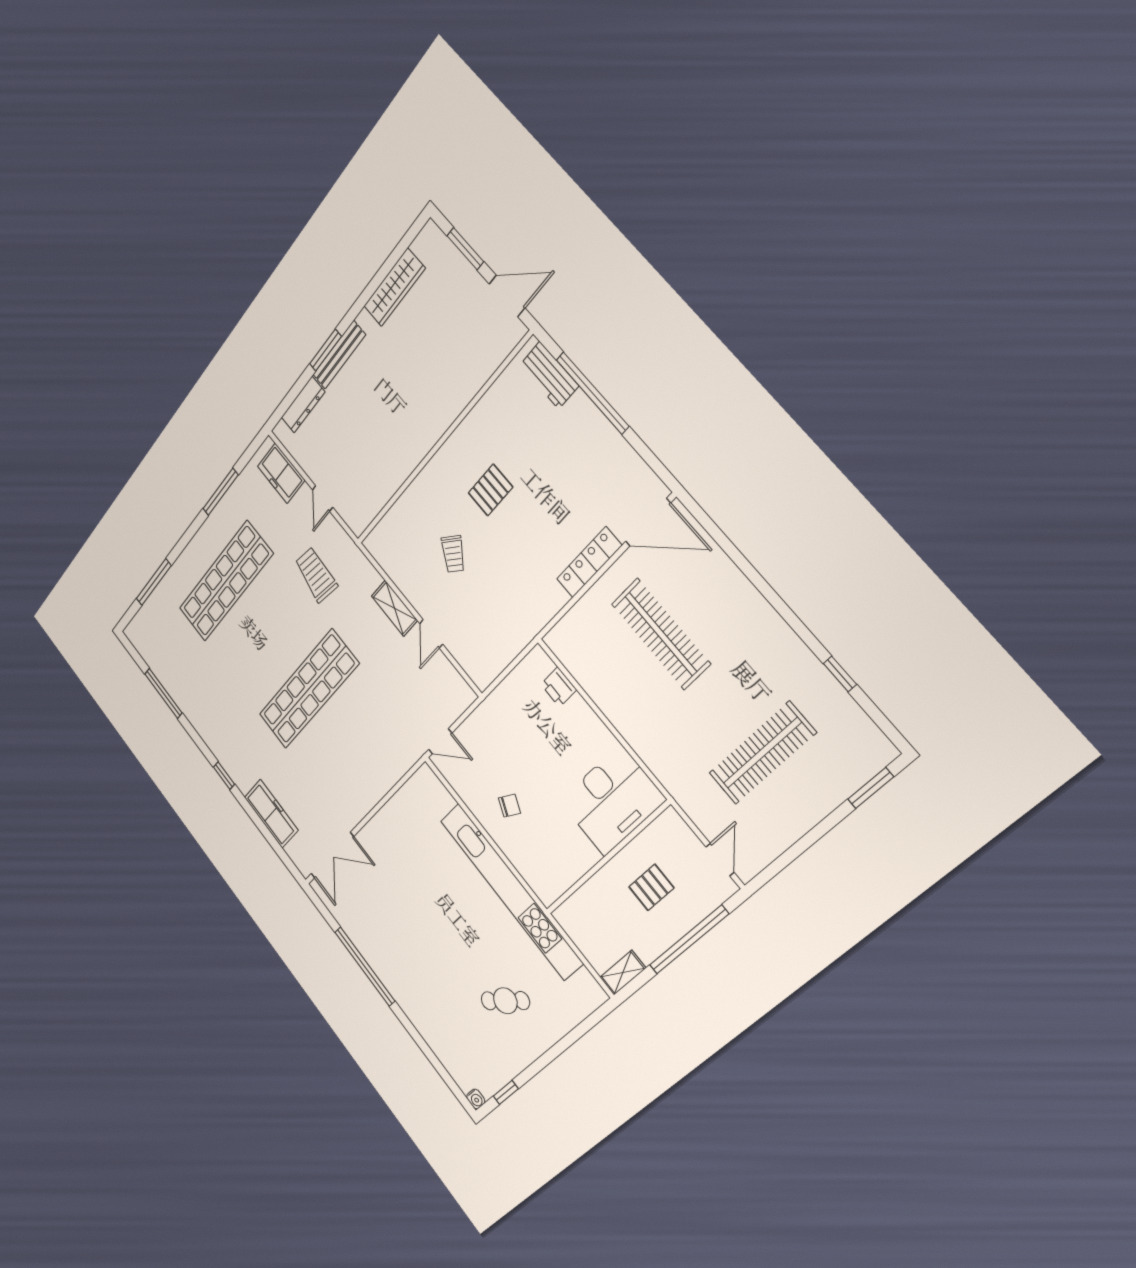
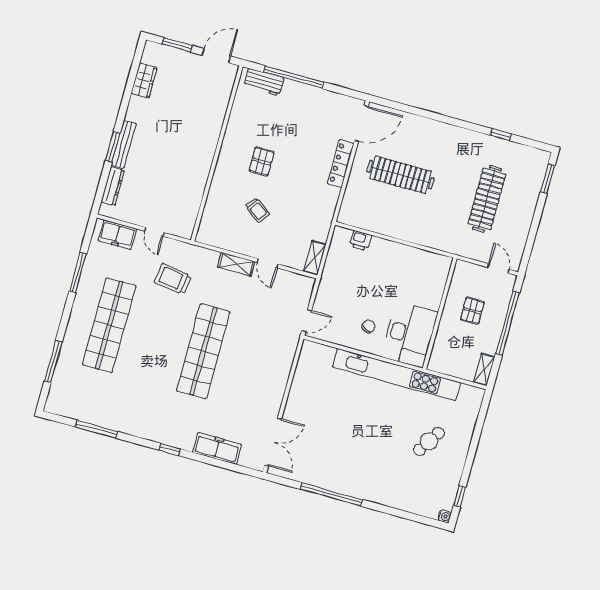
wardrobe: (394, 287) -> (144, 80), width x0.67
shelving: (490, 668) -> (315, 258), added
desk: (612, 800) -> (409, 334), moved

